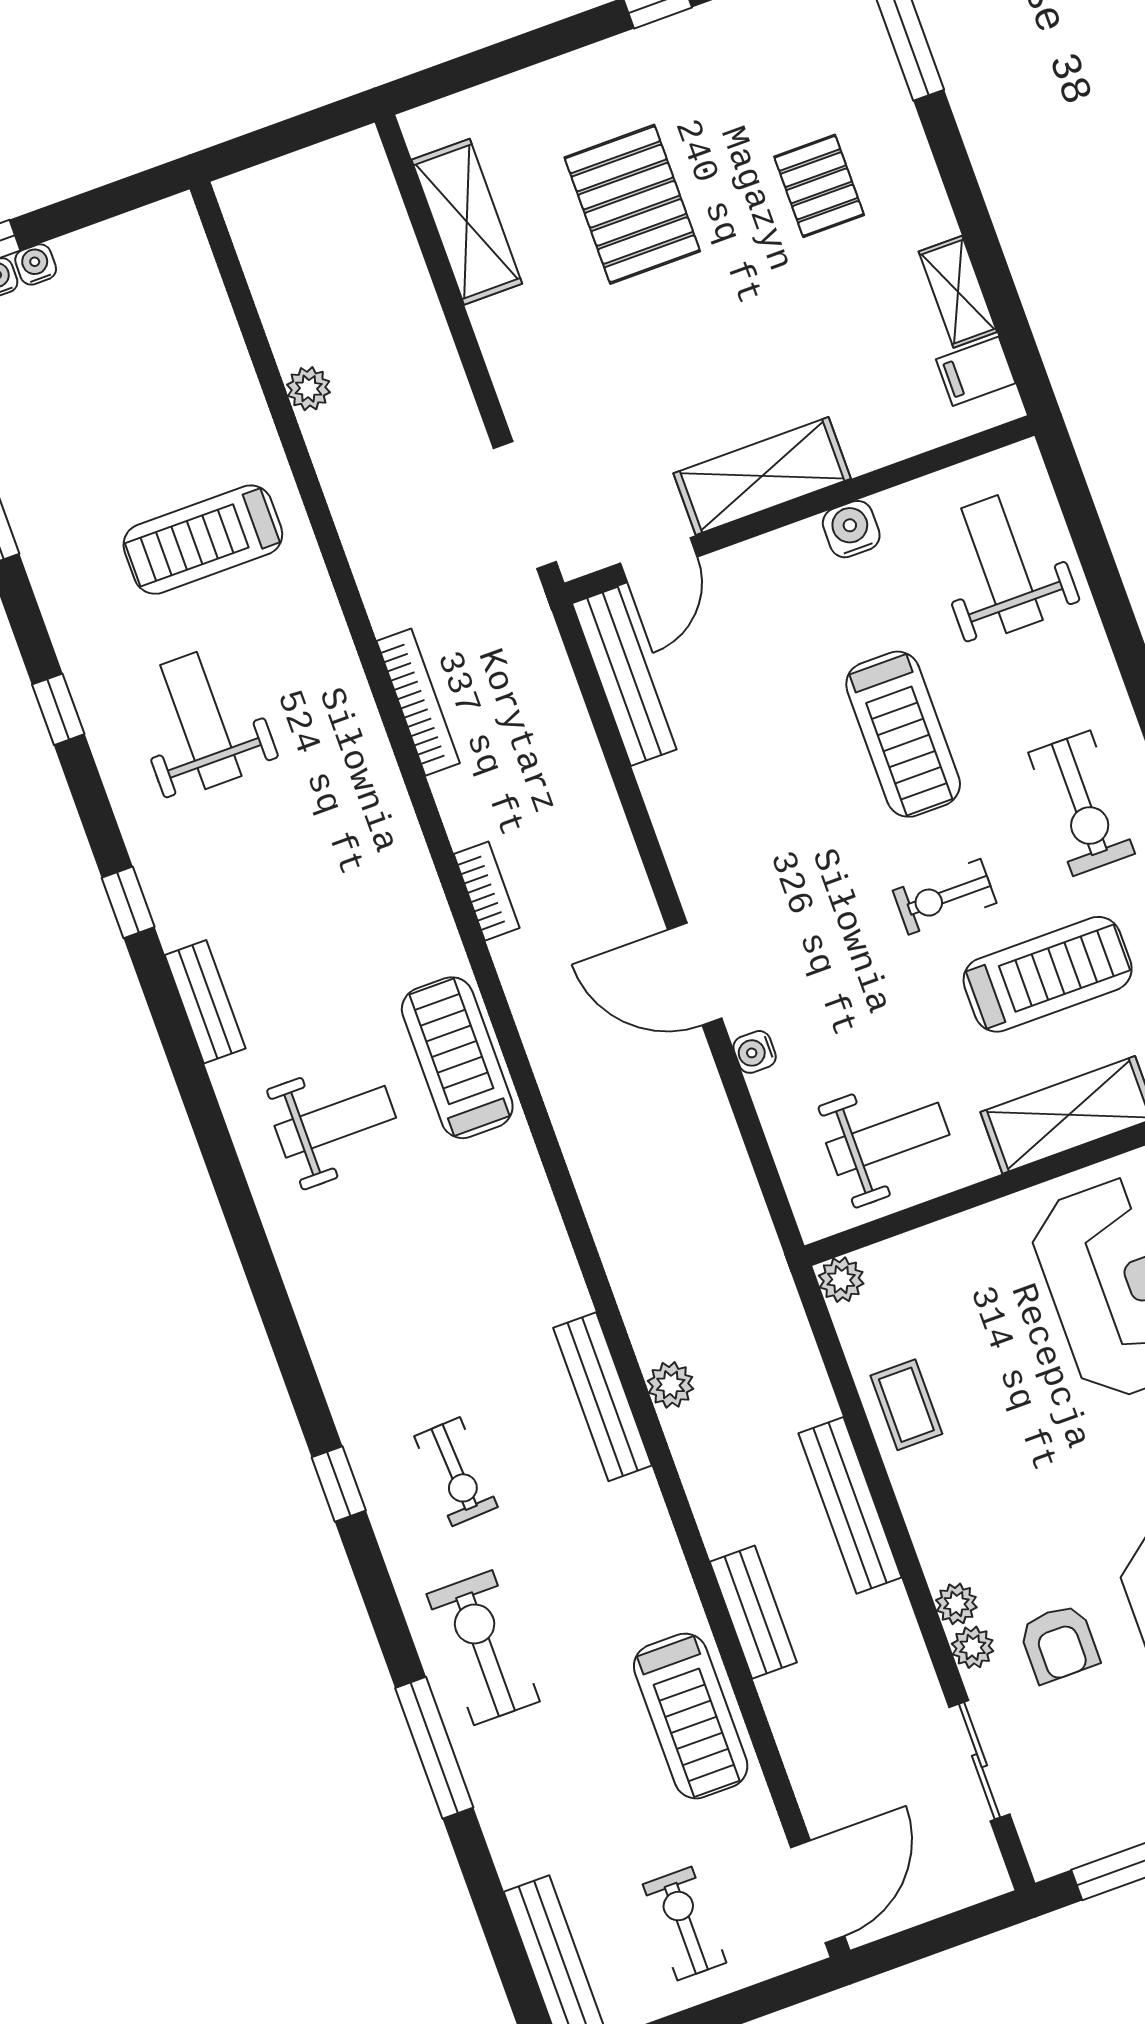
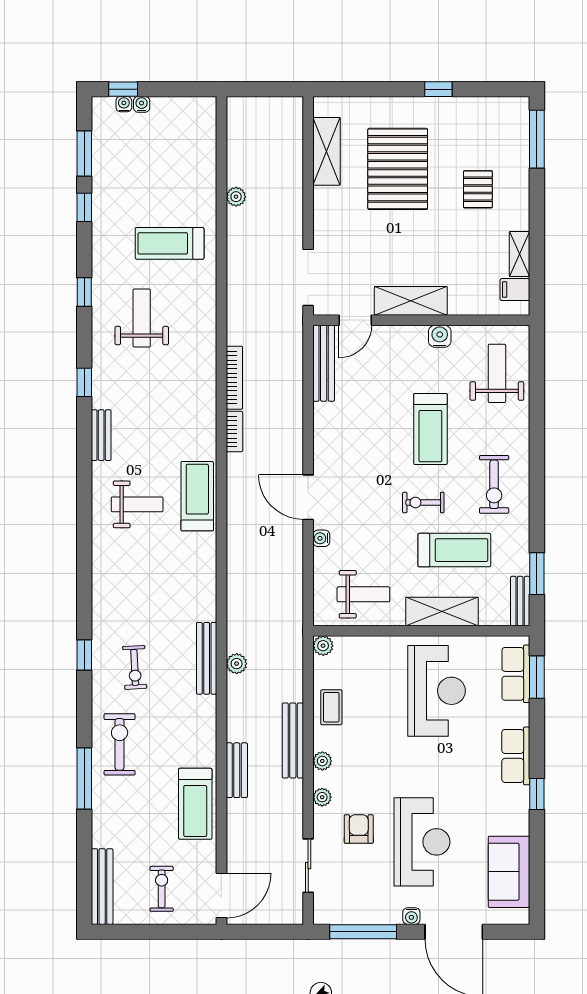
pallet: (632, 204) -> (398, 169), width x1.37, depth x1.41
bookcase: (418, 702) -> (234, 378), moved
armchair: (1059, 1643) -> (359, 829), turned 180
plant: (973, 1647) -> (322, 761), moved

